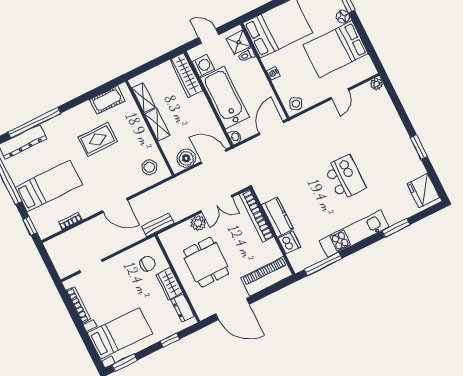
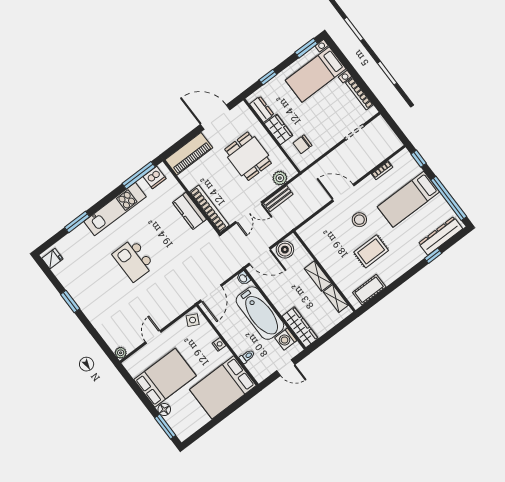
shower: (239, 42) -> (257, 367), removed
window: (34, 123) -> (433, 256), width x0.32
stool: (149, 167) -> (359, 220), moved
fridge: (423, 190) -> (52, 259), width x0.53, depth x0.75
double door: (216, 204) -> (249, 212), swing flipped
plant: (198, 223) -> (280, 178), moved
bench: (158, 225) -> (278, 199), moved
dishwasher: (289, 243) -> (155, 177), moved, turned -90

